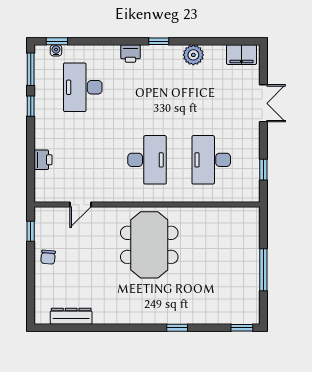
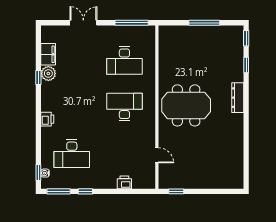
window: (159, 41) -> (38, 78), moved
filing cabinet: (241, 55) -> (48, 54), moved
window: (263, 170) -> (132, 23), width x2.17
chair: (48, 257) -> (195, 179), removed
dresser: (71, 316) -> (238, 98), moved
window: (177, 328) -> (246, 65), moved

